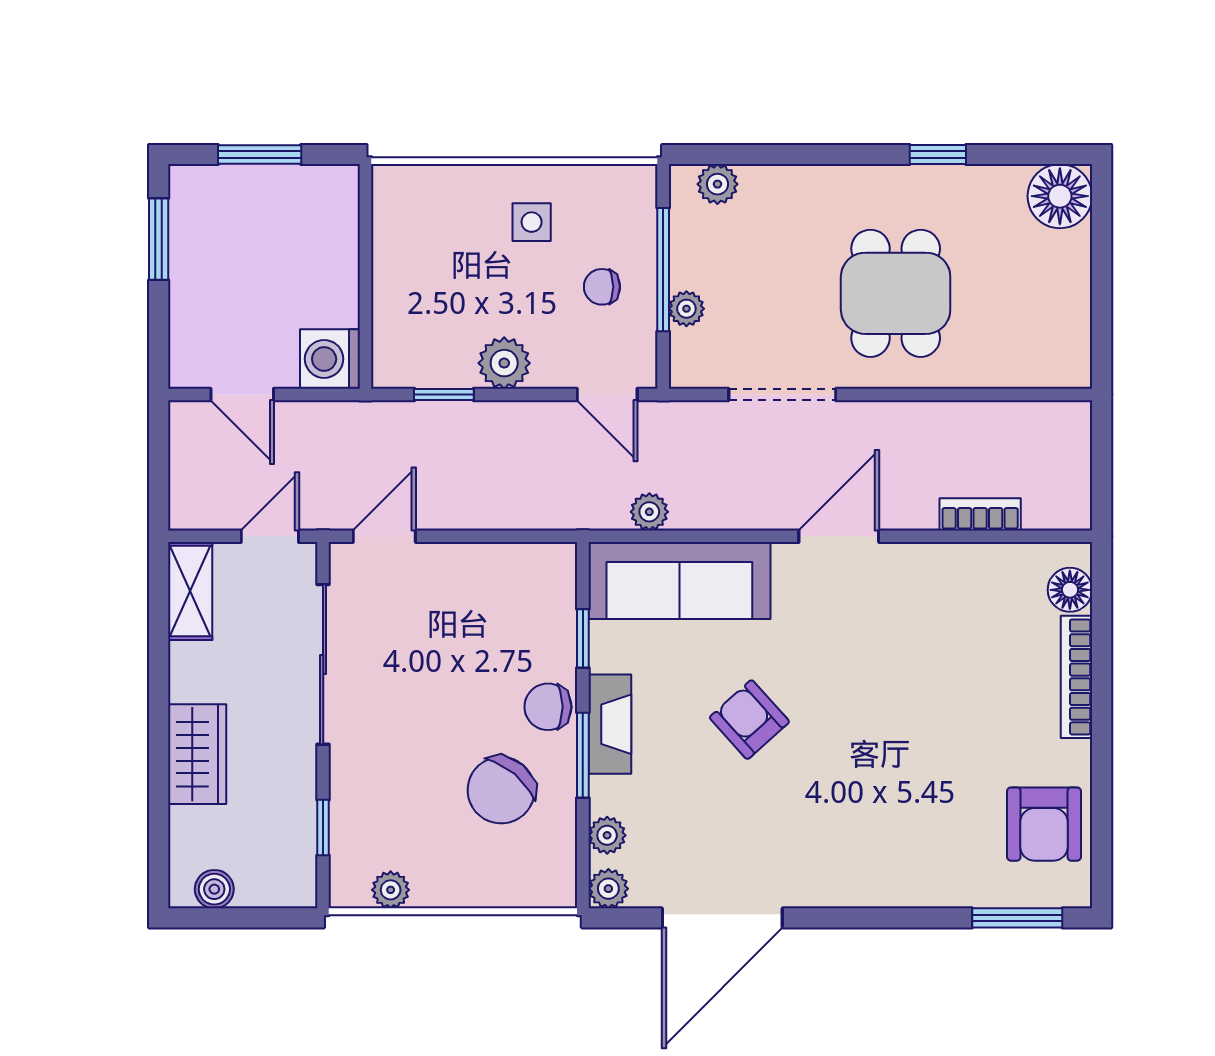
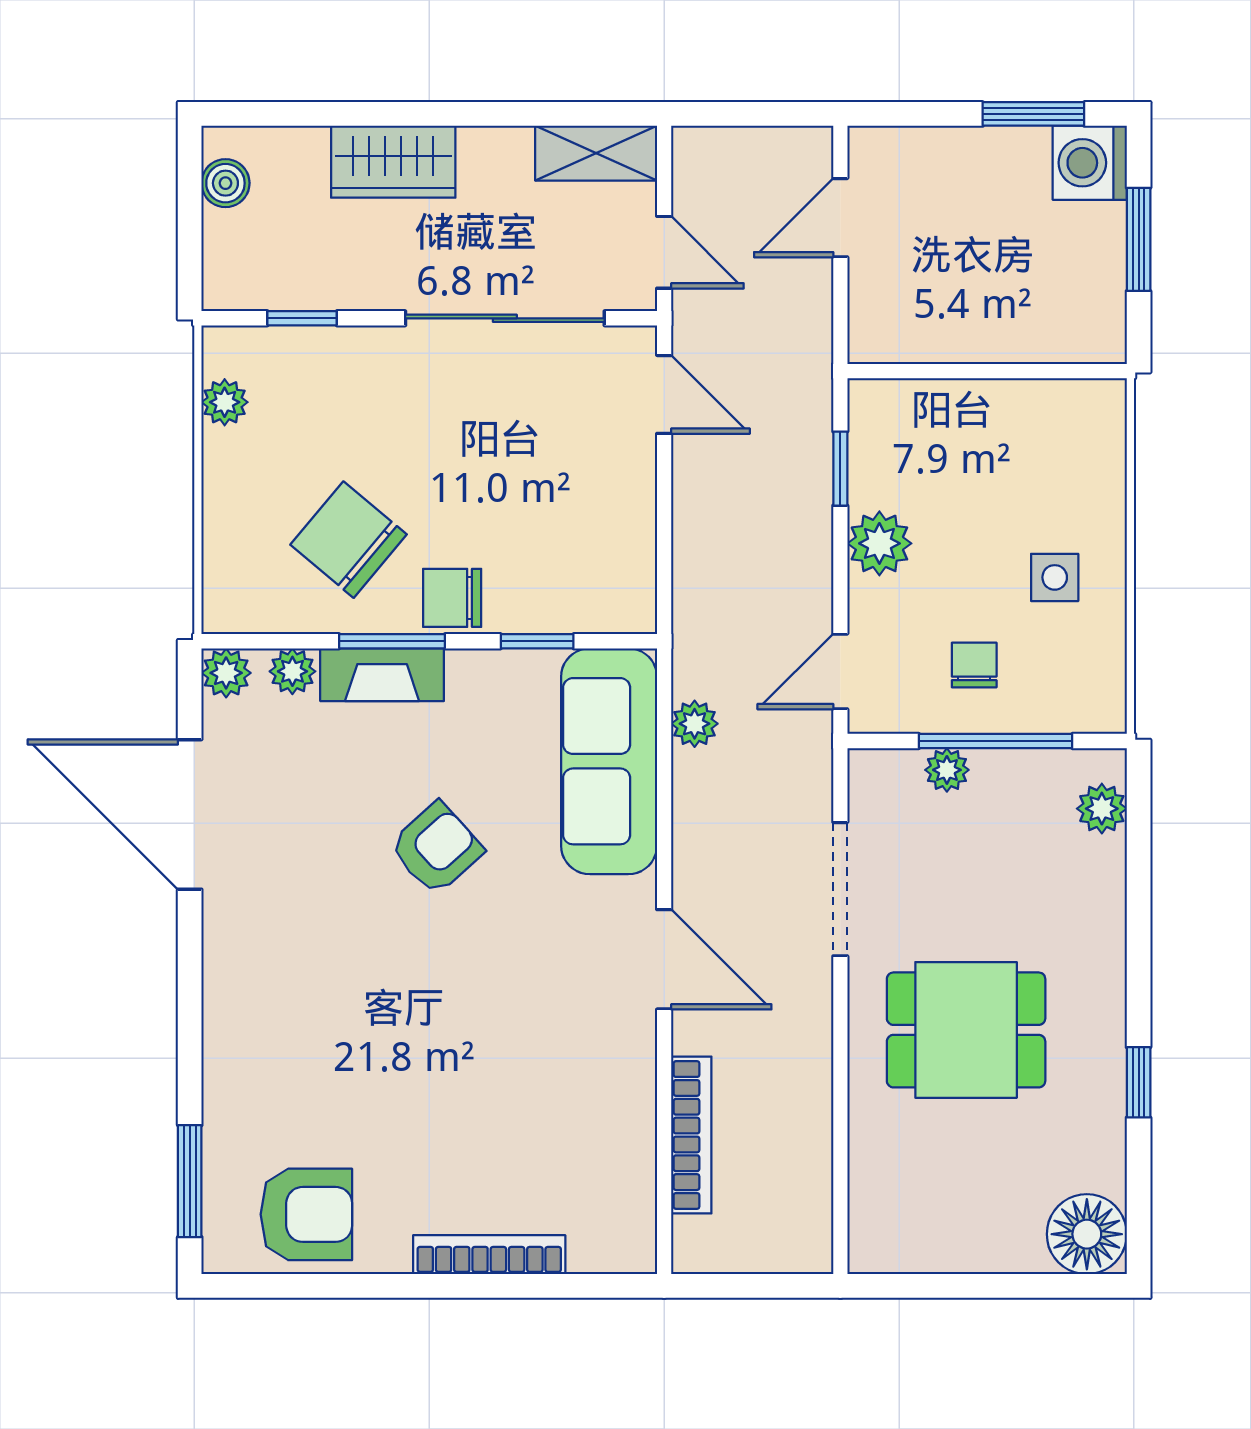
washing machine: (330, 359) -> (1090, 163), moved, turned -90
bookcase: (980, 514) -> (691, 1135), width x1.56
floor lamp: (1070, 590) -> (598, 1247), removed
chair: (548, 707) -> (452, 598), turned -90
fireplace: (610, 724) -> (382, 675), moved
armchair: (1044, 824) -> (306, 1214), turned 180

